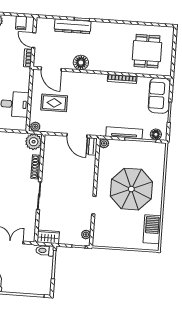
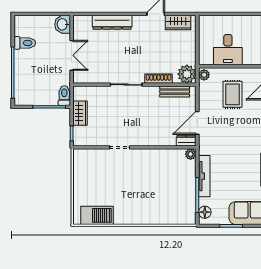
bench: (48, 154) -> (175, 92), added
parasol: (131, 189) -> (141, 189), removed
plant: (86, 234) -> (86, 141), removed
wardrobe: (48, 237) -> (80, 113), moved

